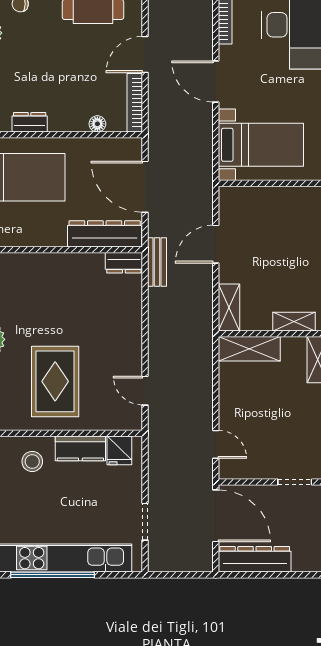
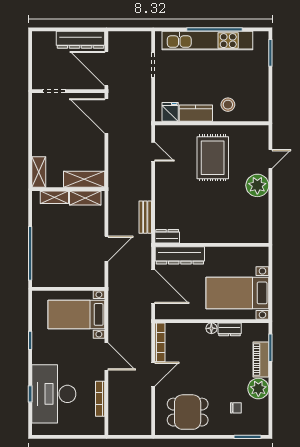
floor lamp: (97, 124) -> (211, 328), moved
bench: (157, 262) -> (145, 217), moved
shelving: (229, 307) -> (85, 198), moved, turned 90
door: (216, 444) -> (106, 116), width x1.87

